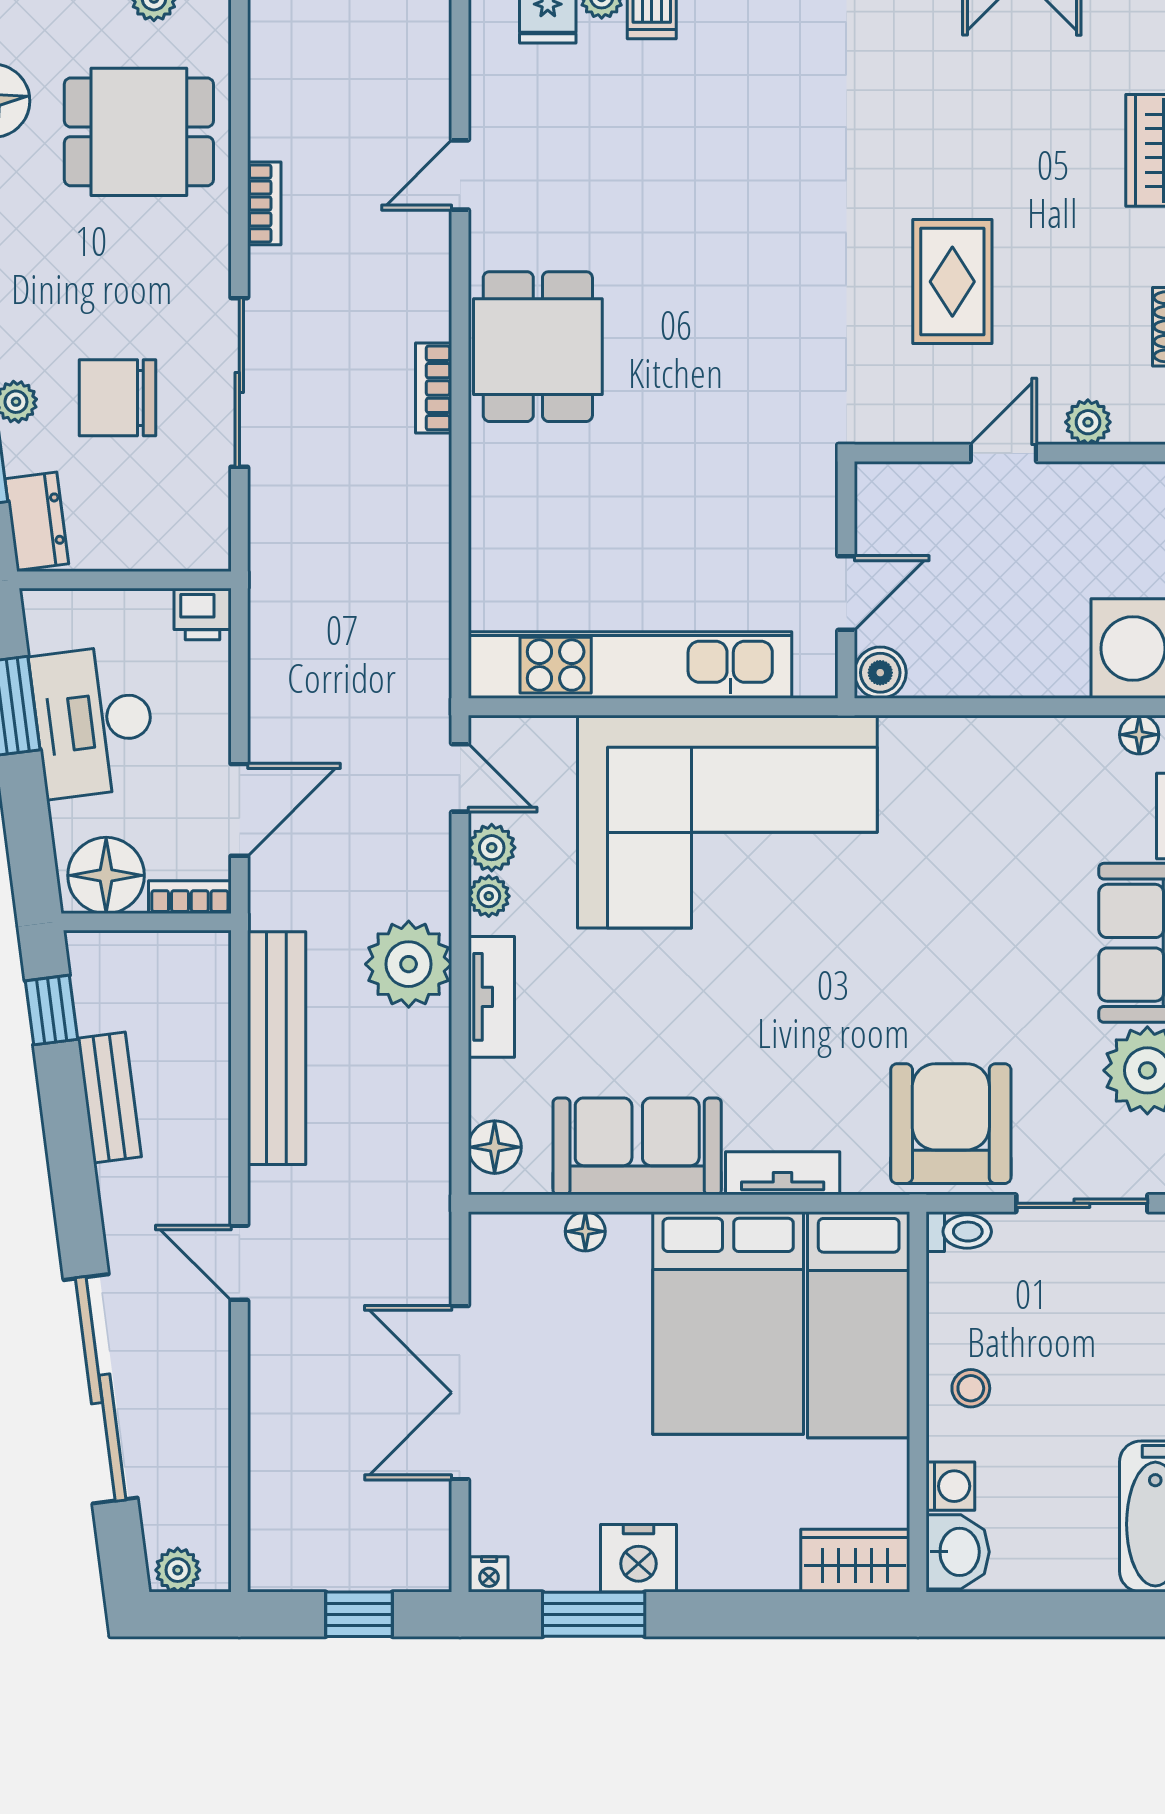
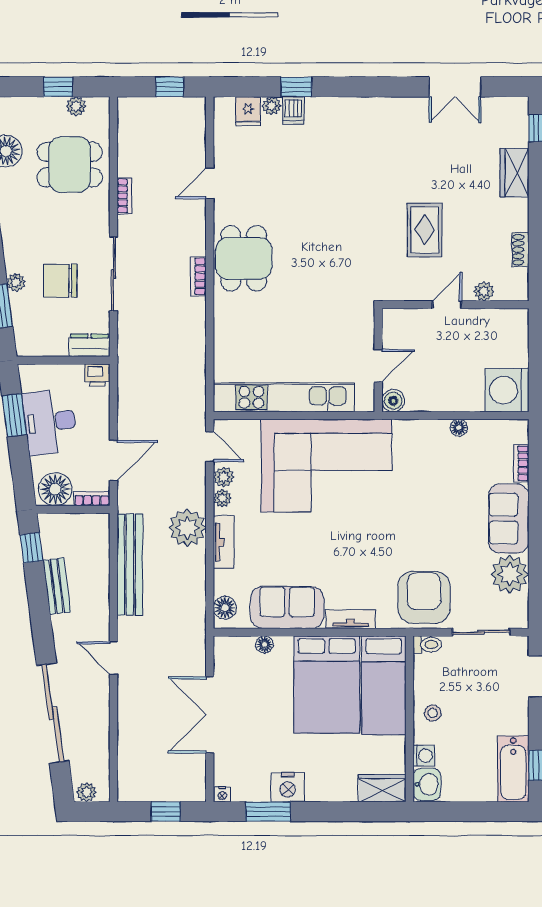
dresser: (37, 521) -> (90, 345), moved, turned -83
floor lamp: (1139, 735) -> (459, 428), moved

